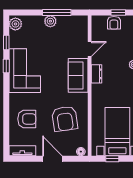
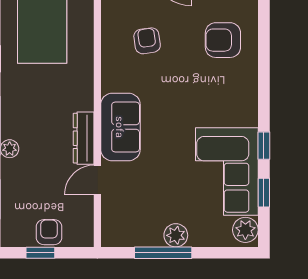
corner sofa: (25, 71) -> (227, 171), moved
dresser: (97, 74) -> (84, 138), width x1.44
armchair: (65, 119) -> (147, 41), width x0.53, depth x0.53

